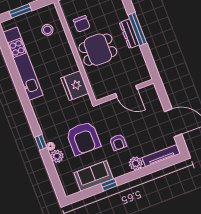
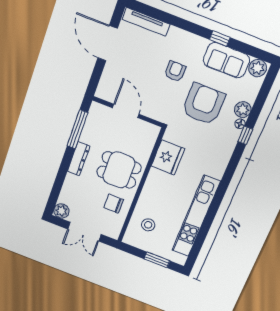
chair: (82, 24) -> (114, 204), turned -90
window: (137, 29) -> (77, 129), moved
plant: (136, 163) -> (258, 68), moved

